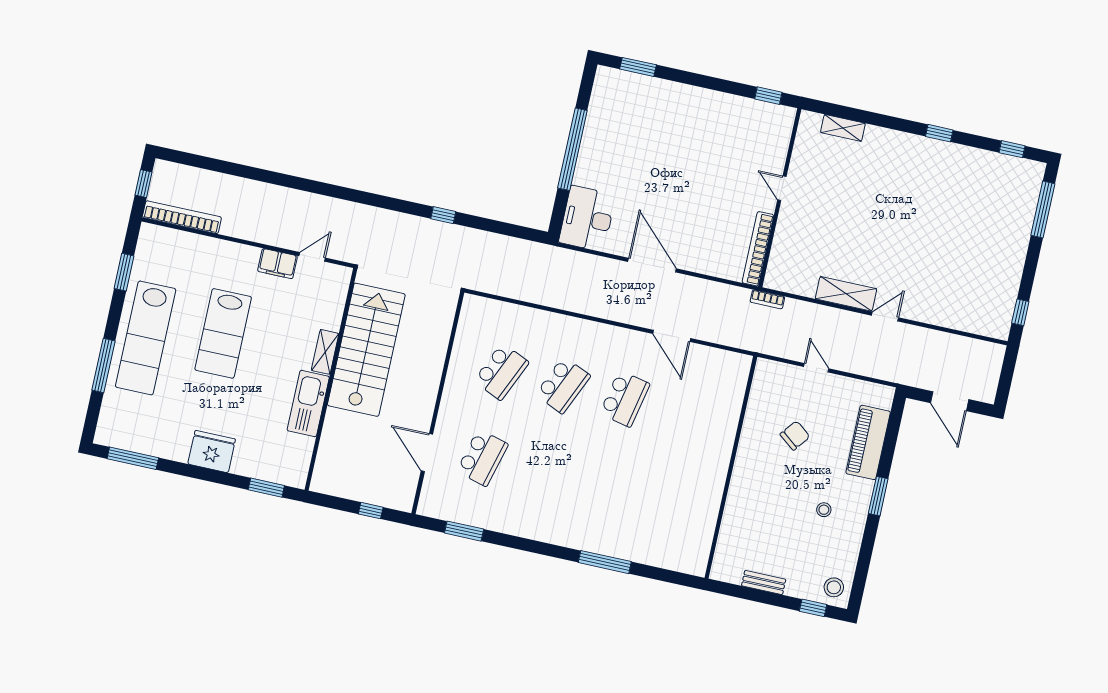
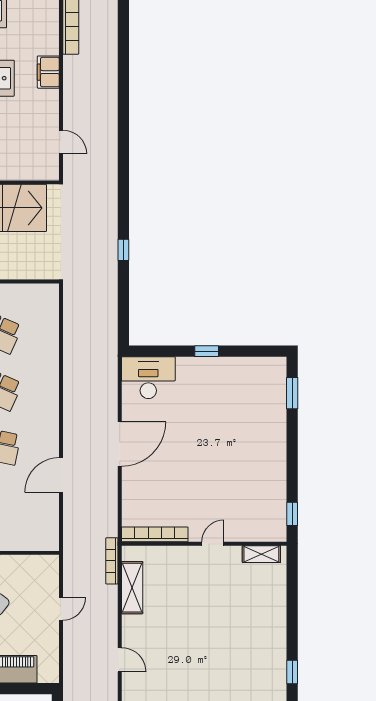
shelving: (843, 128) -> (261, 554), moved, turned 90
window: (572, 149) -> (207, 351), width x0.32
filing cabinet: (278, 264) -> (48, 72), moved
shelving: (846, 294) -> (132, 588), moved
bookcase: (767, 299) -> (112, 561), width x1.56

